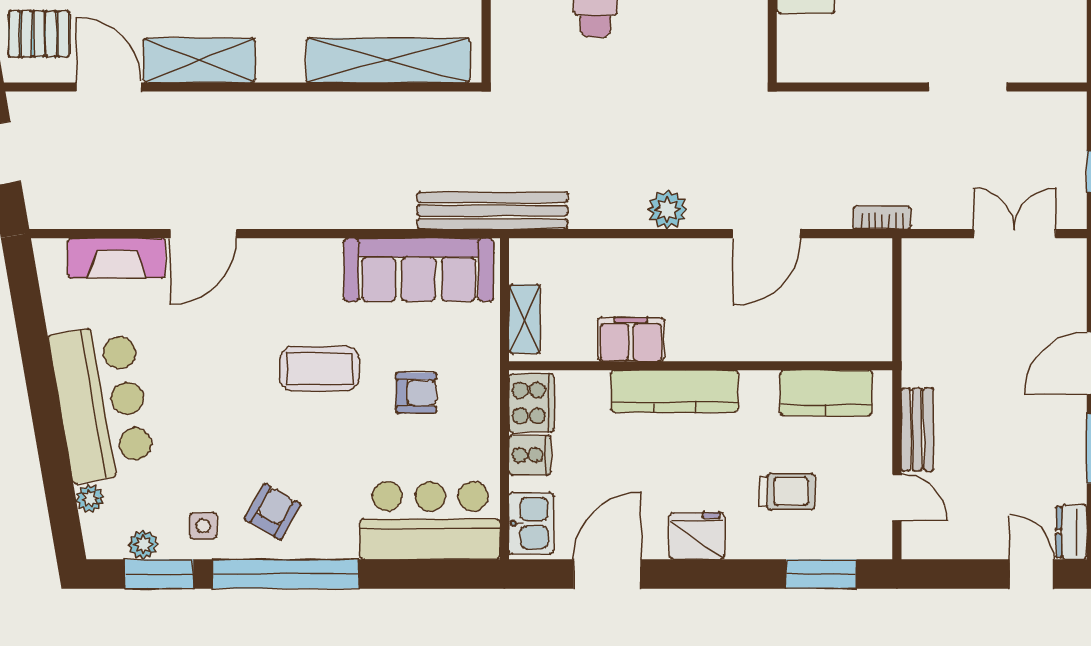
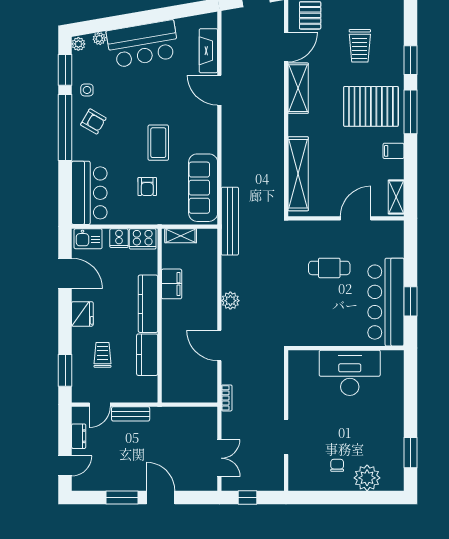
kitchen counter: (826, 393) -> (147, 355), moved
trolley: (787, 491) -> (103, 355), turned 180
dresser: (1071, 532) -> (79, 436), moved, turned 90
plant: (143, 544) -> (78, 44), moved

